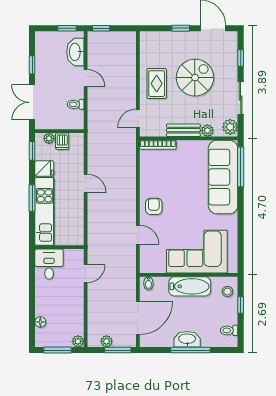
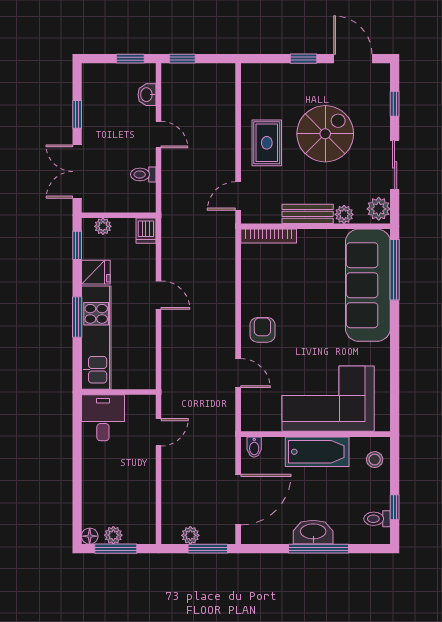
washbasin: (75, 52) -> (147, 95), width x0.52, depth x0.69
dishwasher: (62, 141) -> (146, 231), moved
window: (241, 305) -> (395, 507), moved
floor lamp: (40, 322) -> (90, 536), moved
plant: (78, 341) -> (113, 535), moved

